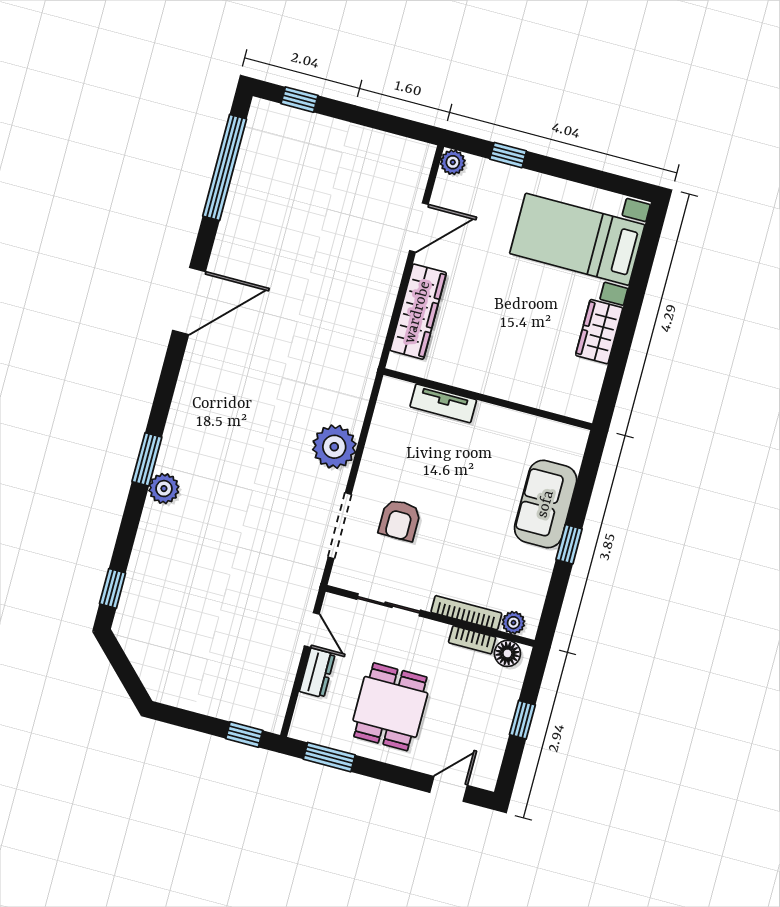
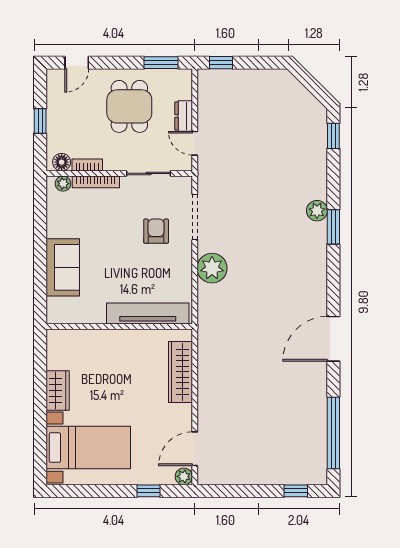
door: (419, 228) -> (195, 449), moved
tv unit: (443, 403) -> (148, 314), width x1.92, depth x1.29
window: (569, 544) -> (40, 245), removed

